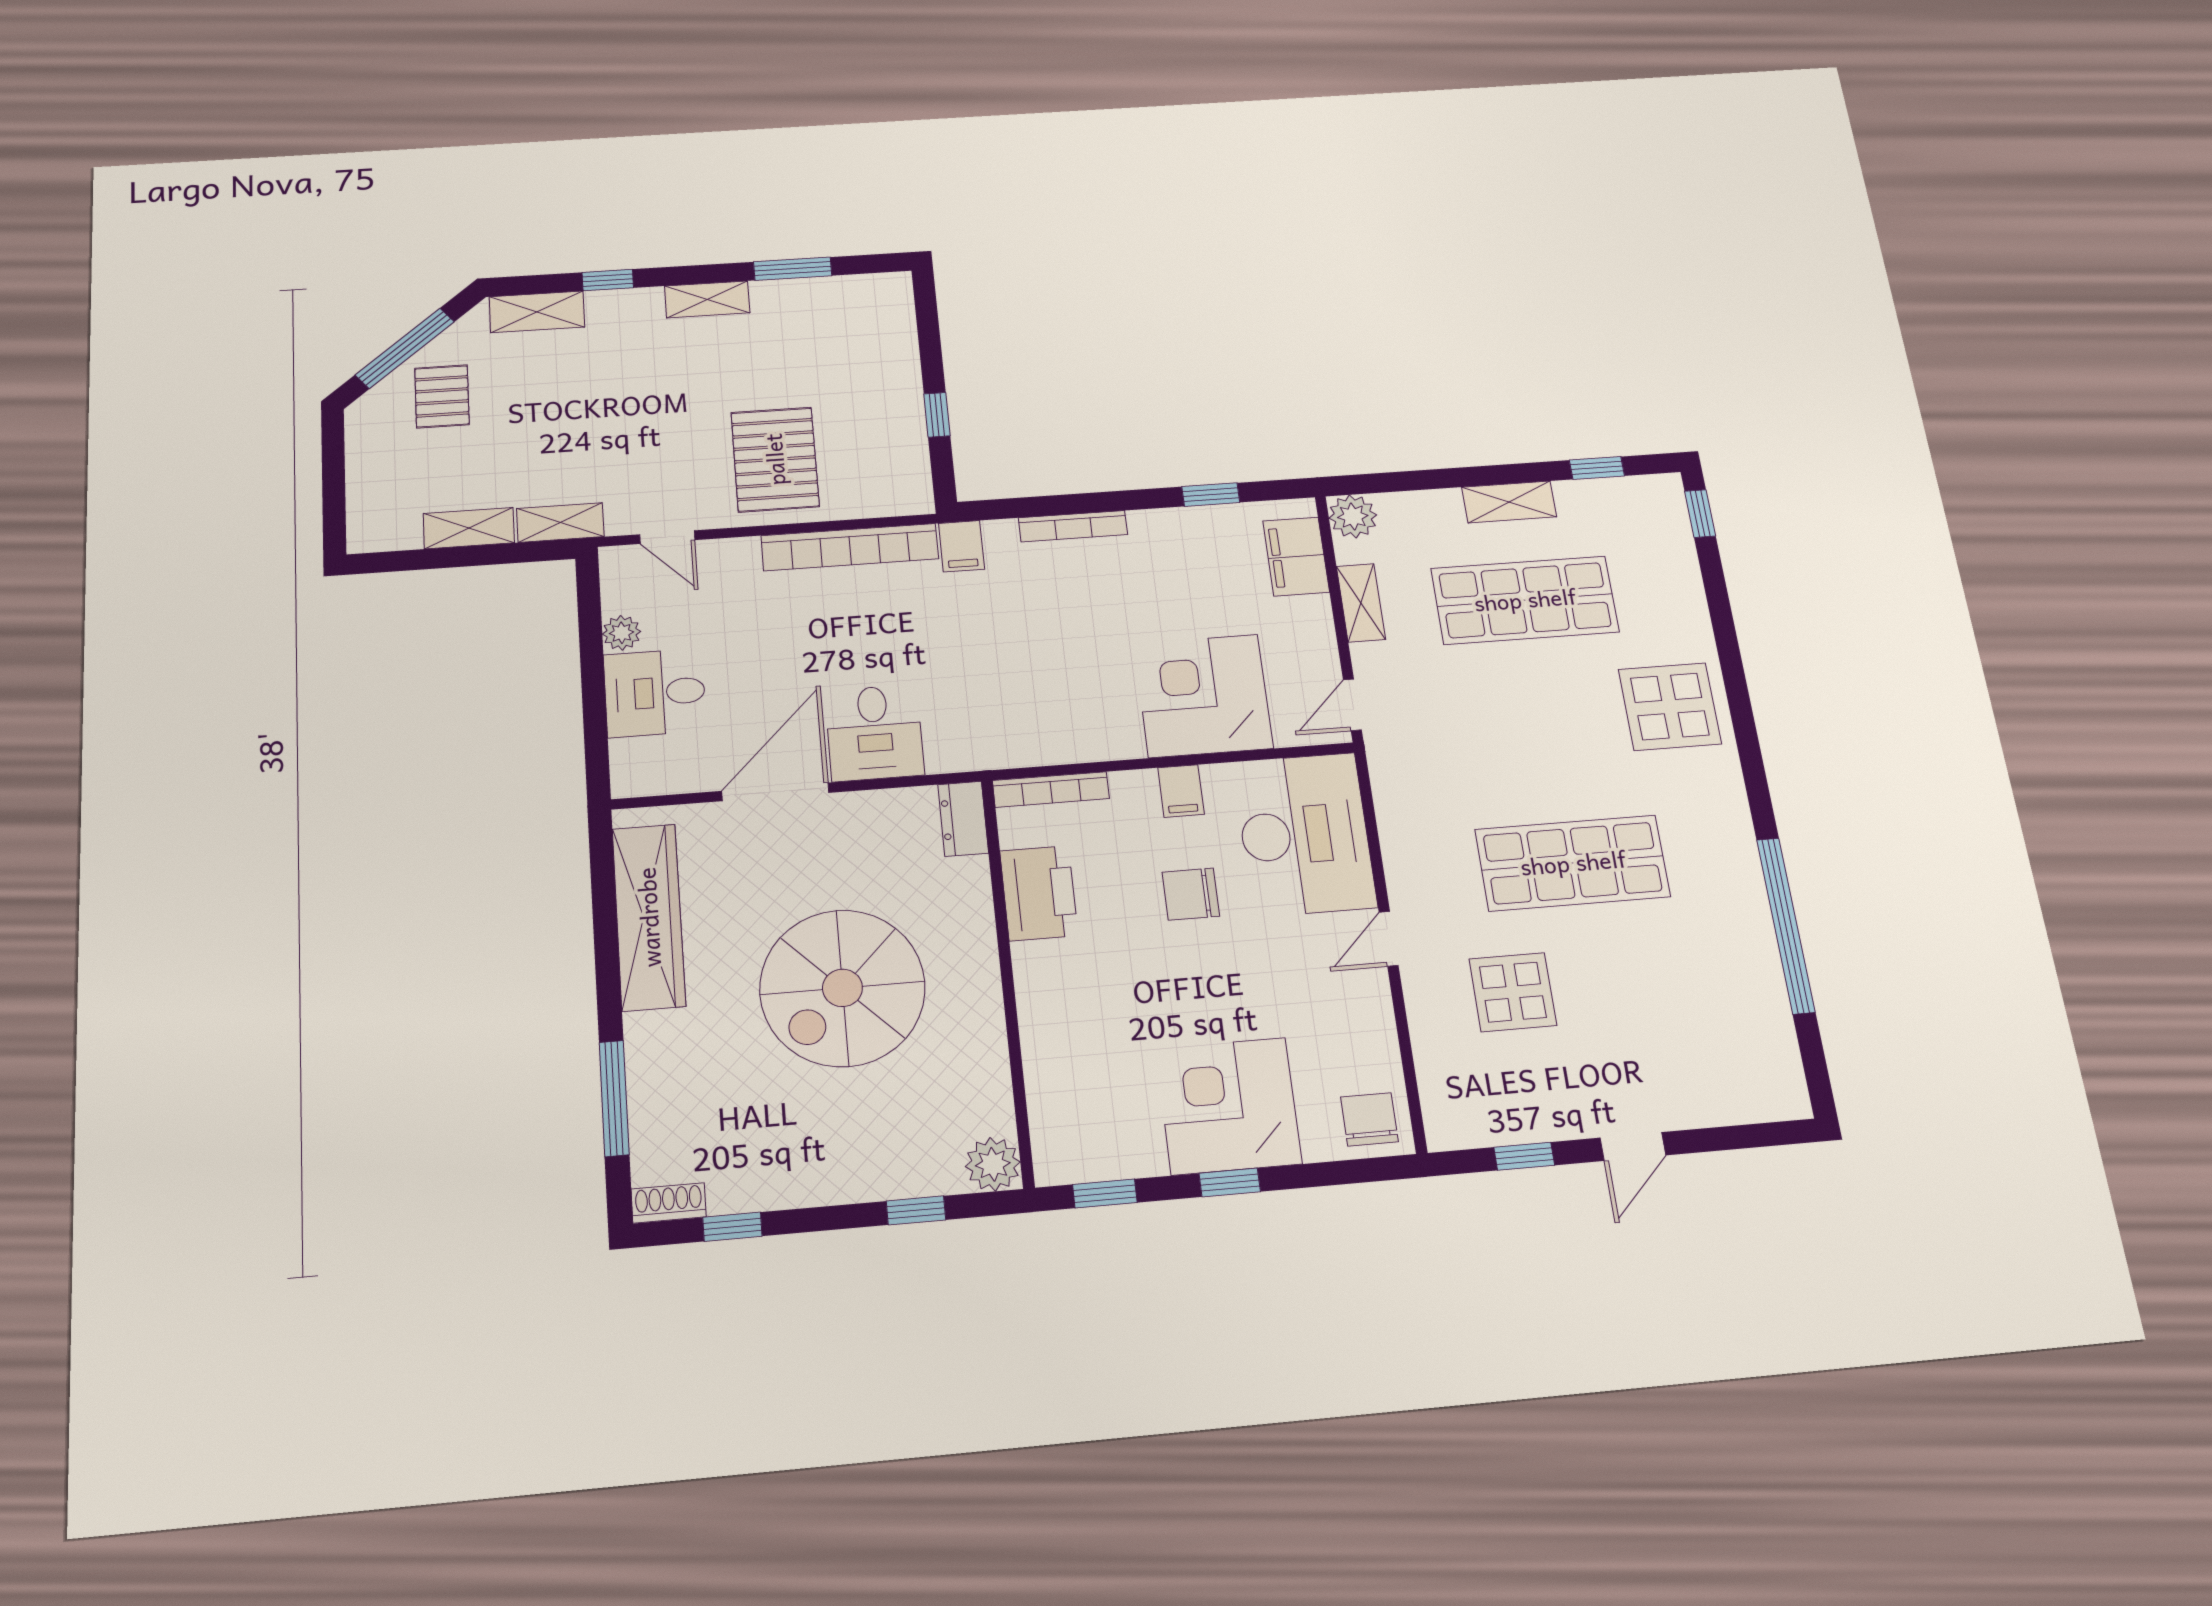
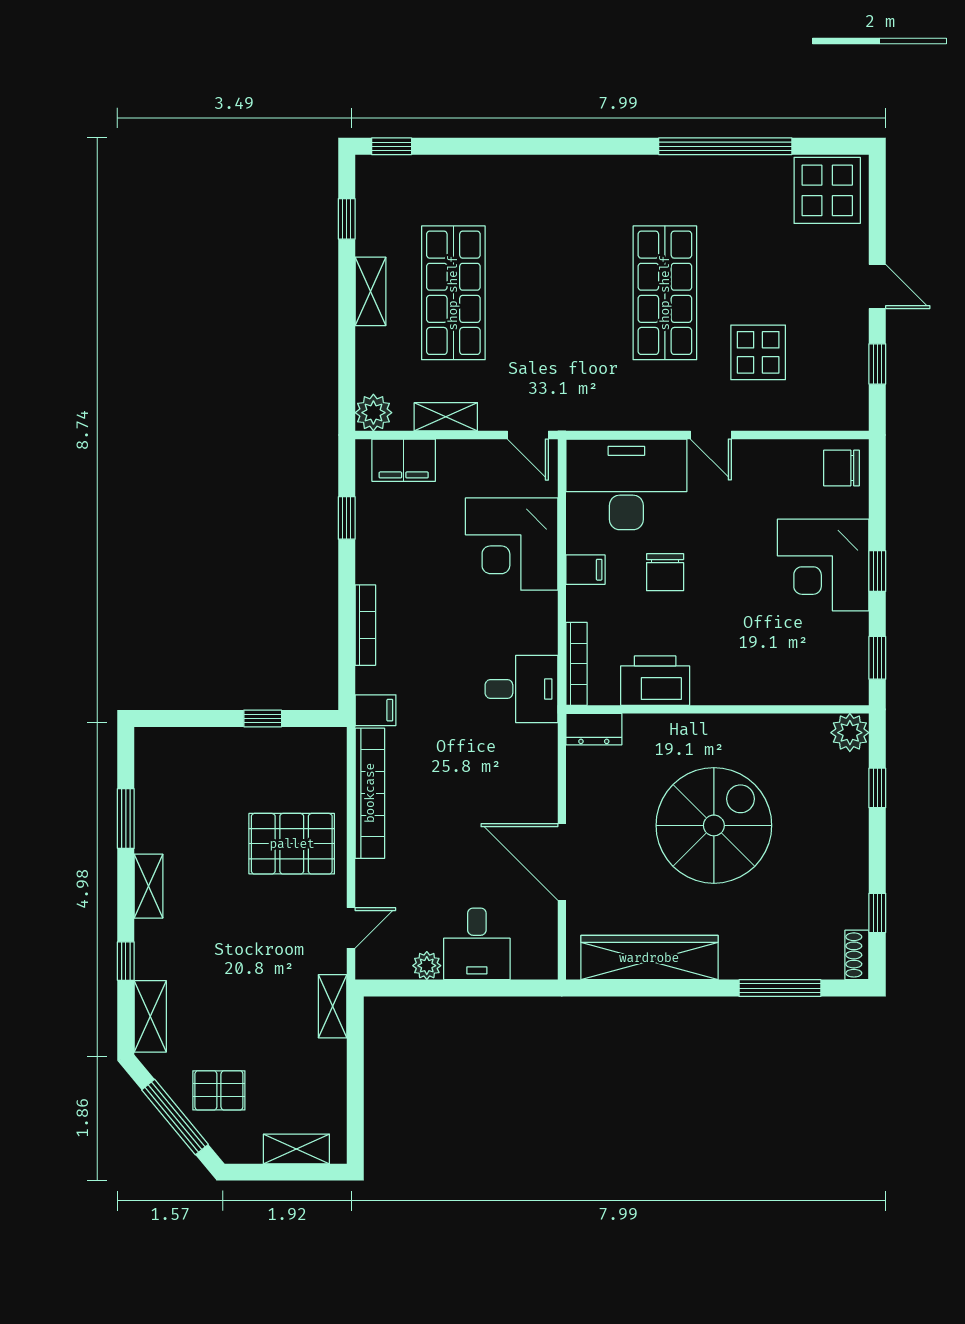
shelving: (469, 528) -> (296, 1149), moved, turned 90
display table: (1670, 707) -> (827, 190), moved
desk: (874, 733) -> (521, 689), moved
spiral stairs: (842, 988) -> (714, 825), turned -90

